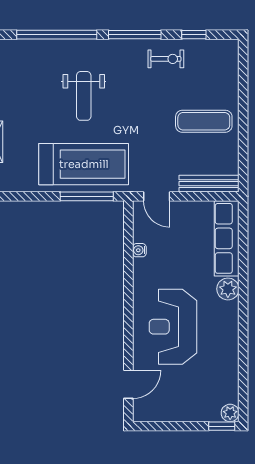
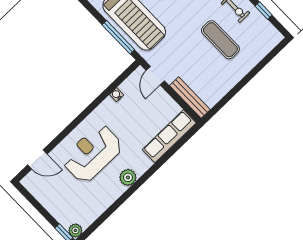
exercise mat: (204, 121) -> (220, 40), moved
plant: (228, 289) -> (128, 177), moved

